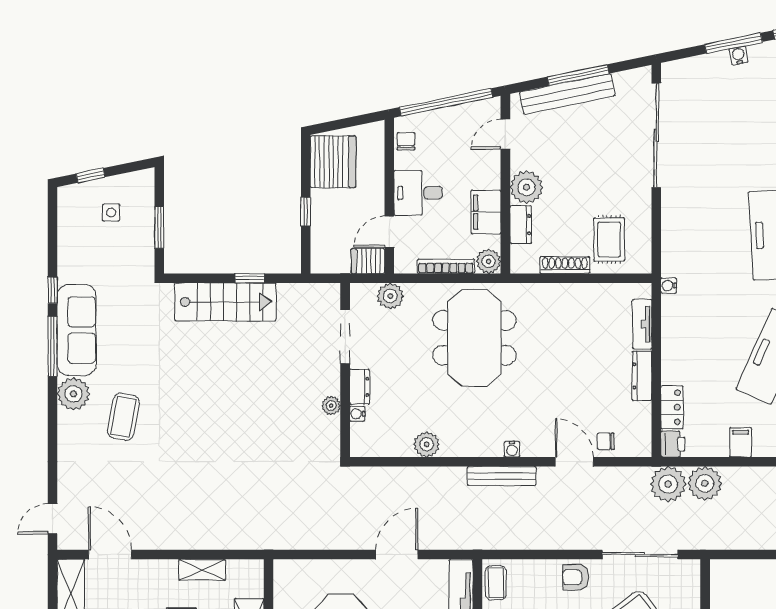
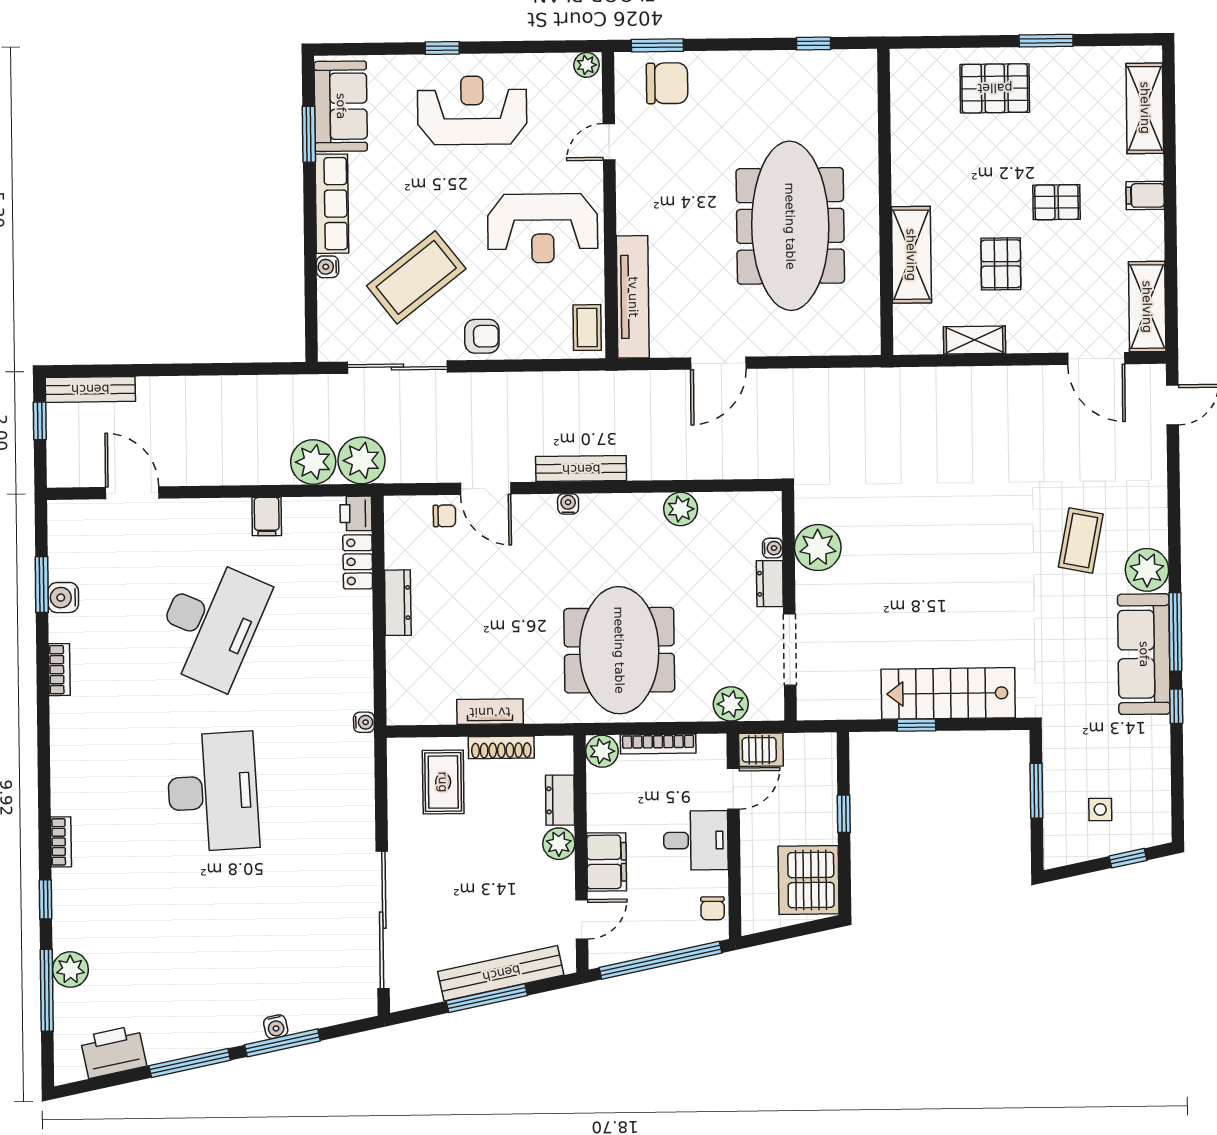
plant: (526, 187) -> (559, 844), width x0.73, depth x0.73
filing cabinet: (486, 212) -> (607, 862), moved
tv unit: (642, 324) -> (490, 712), moved, turned -90
plant: (331, 406) -> (818, 548), width x1.87, depth x1.87

